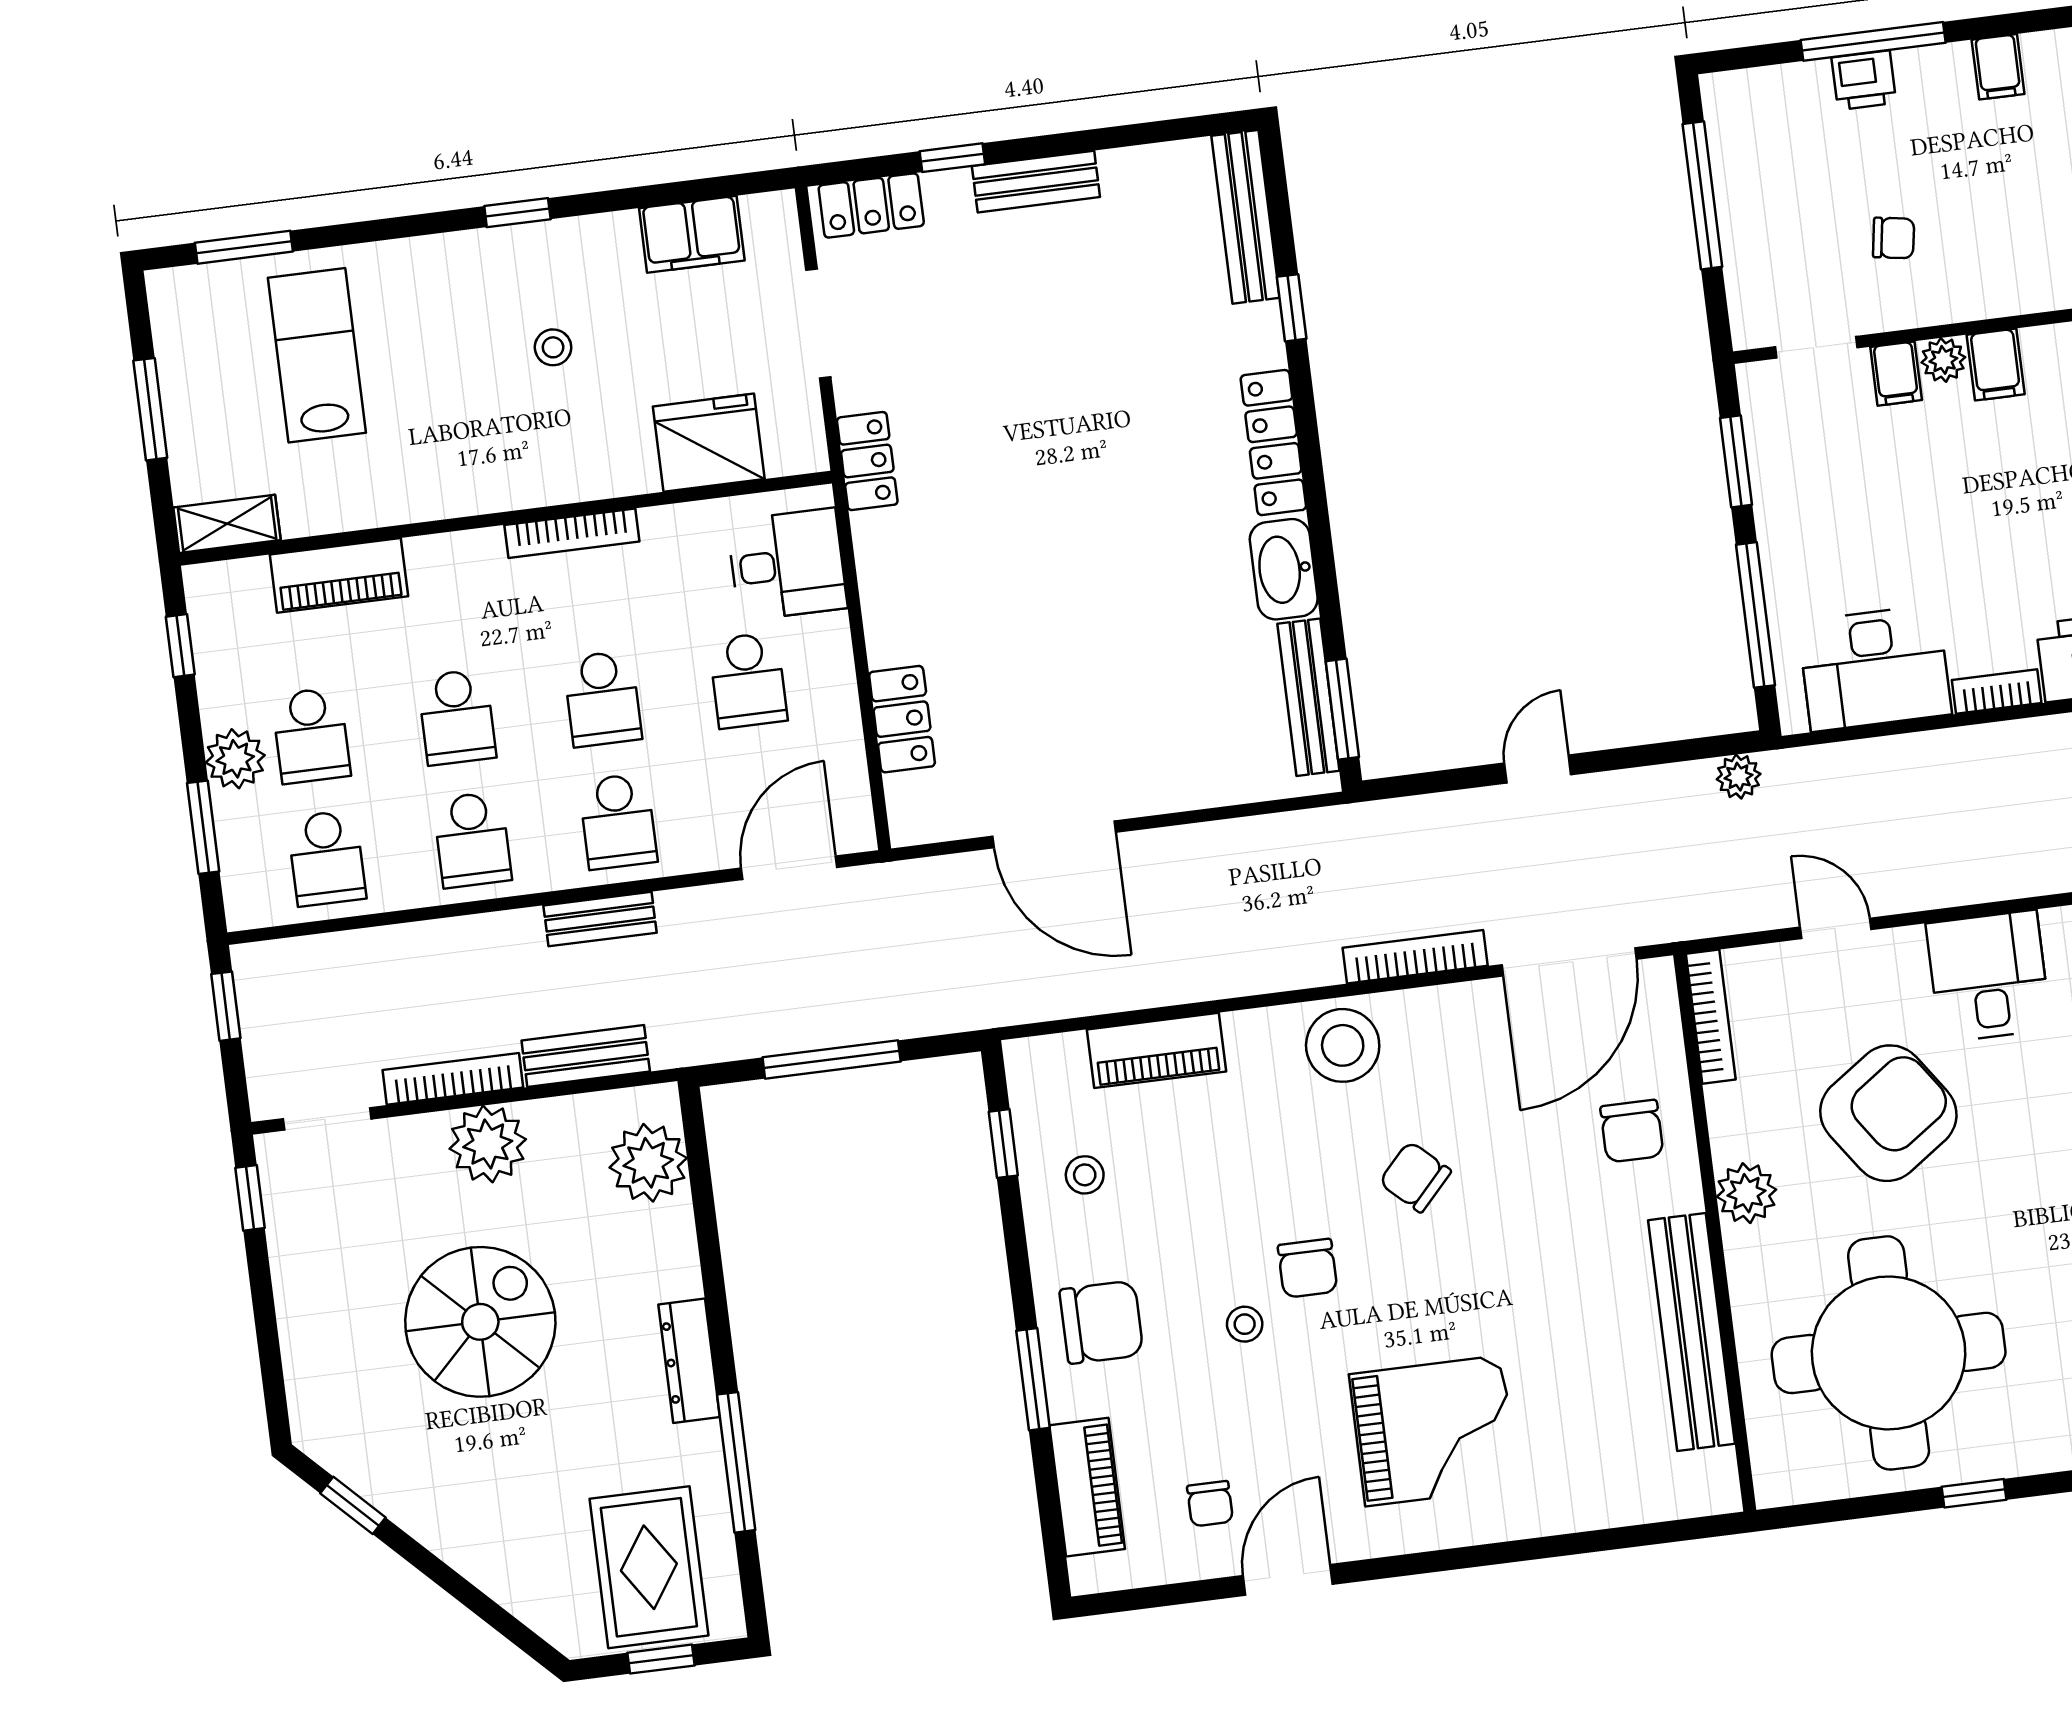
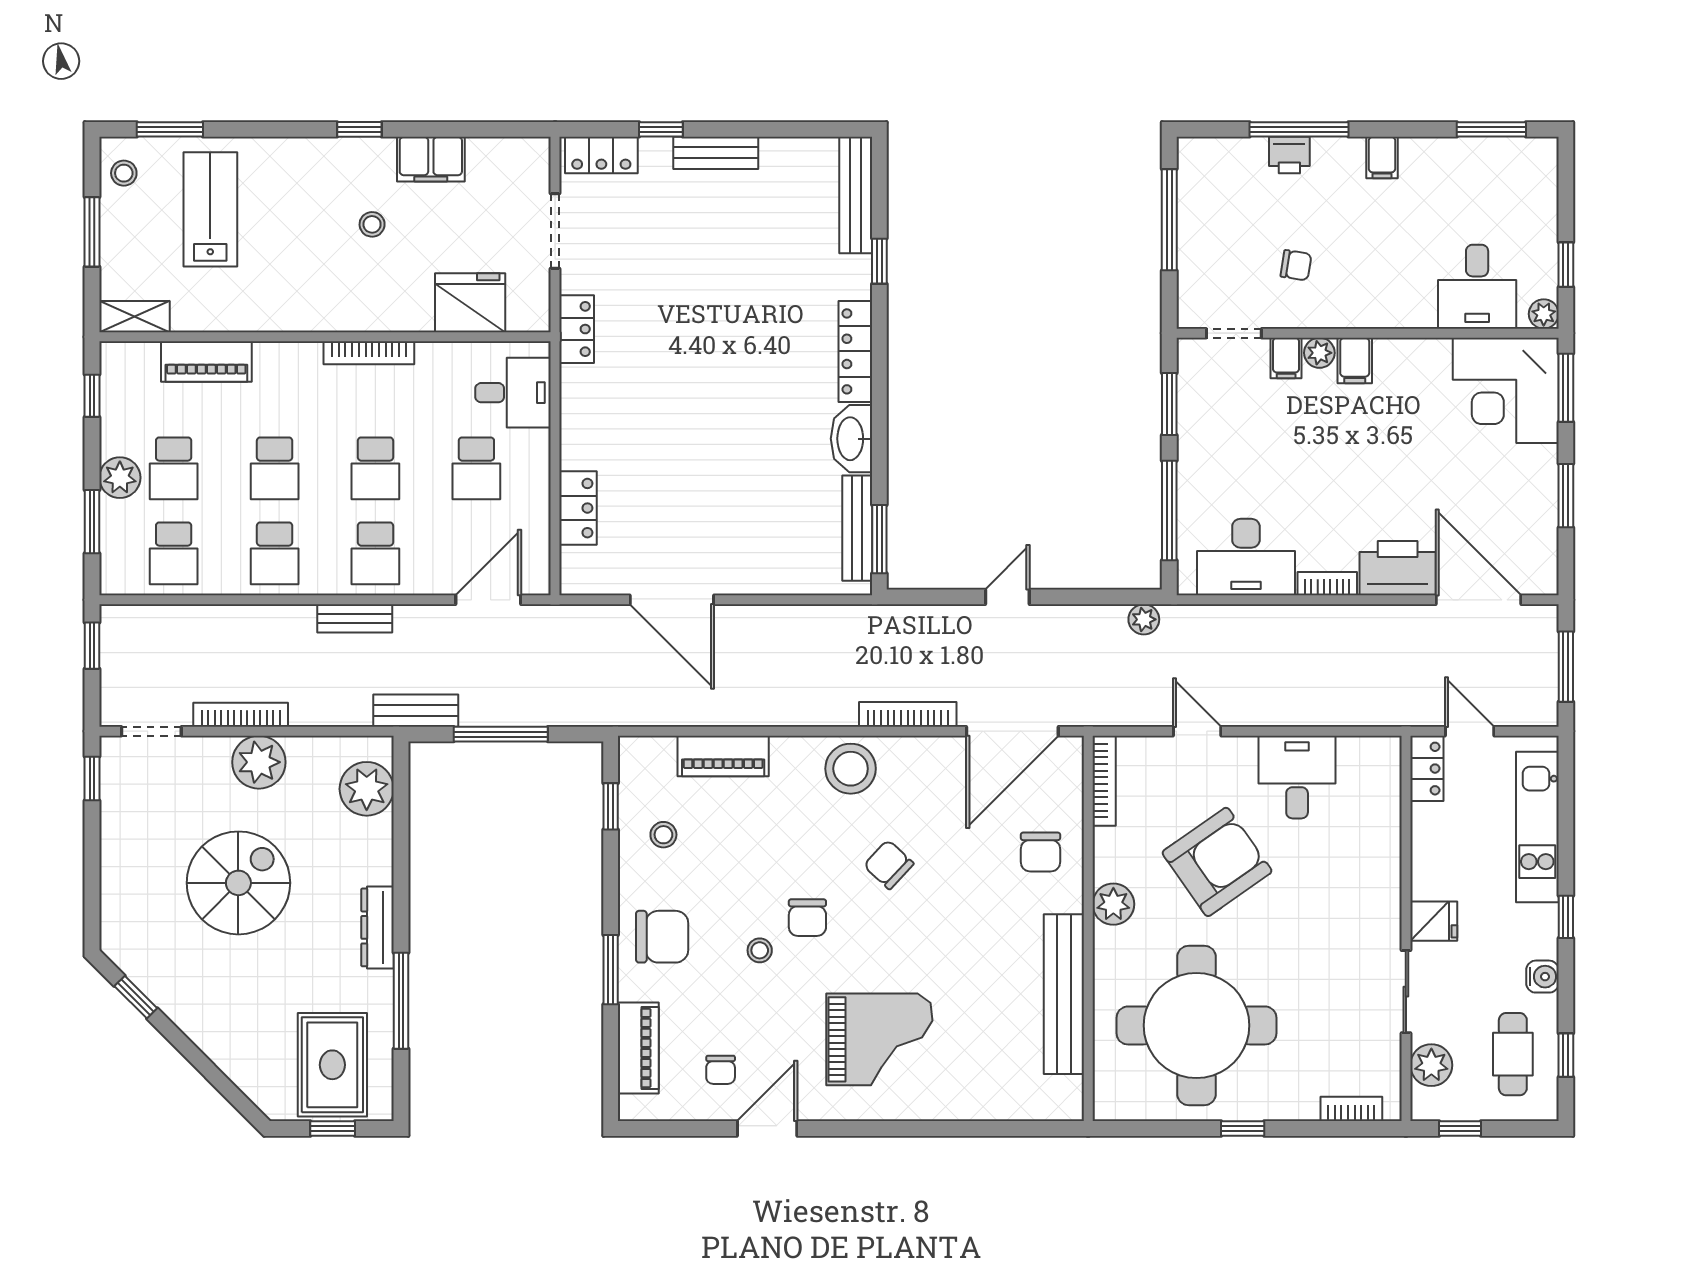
filing cabinet: (692, 234) -> (431, 159), moved
stool: (186, 319) -> (124, 173), added
bench: (586, 1056) -> (416, 711), moved

